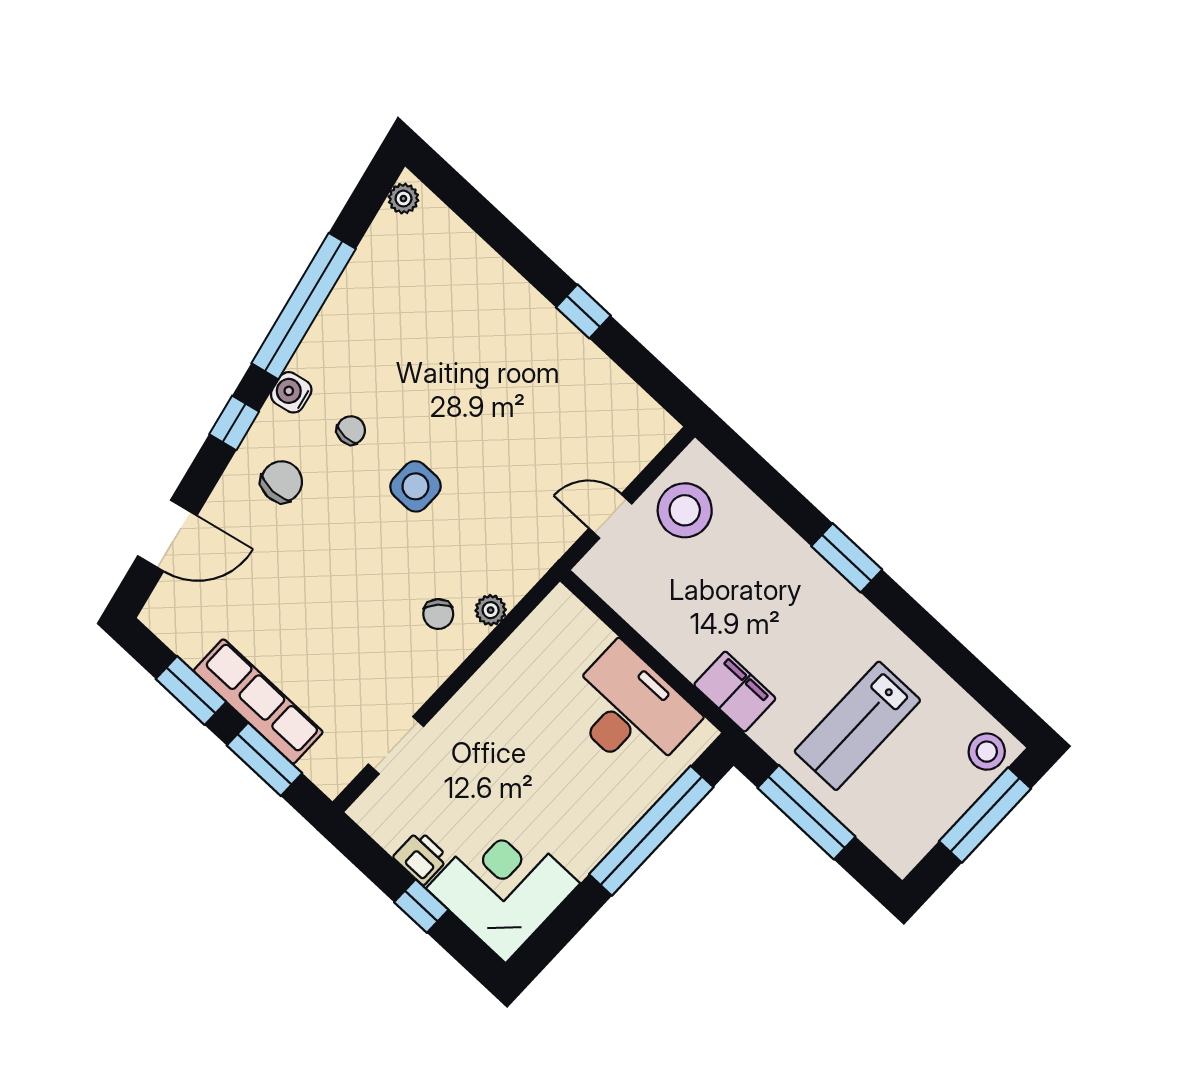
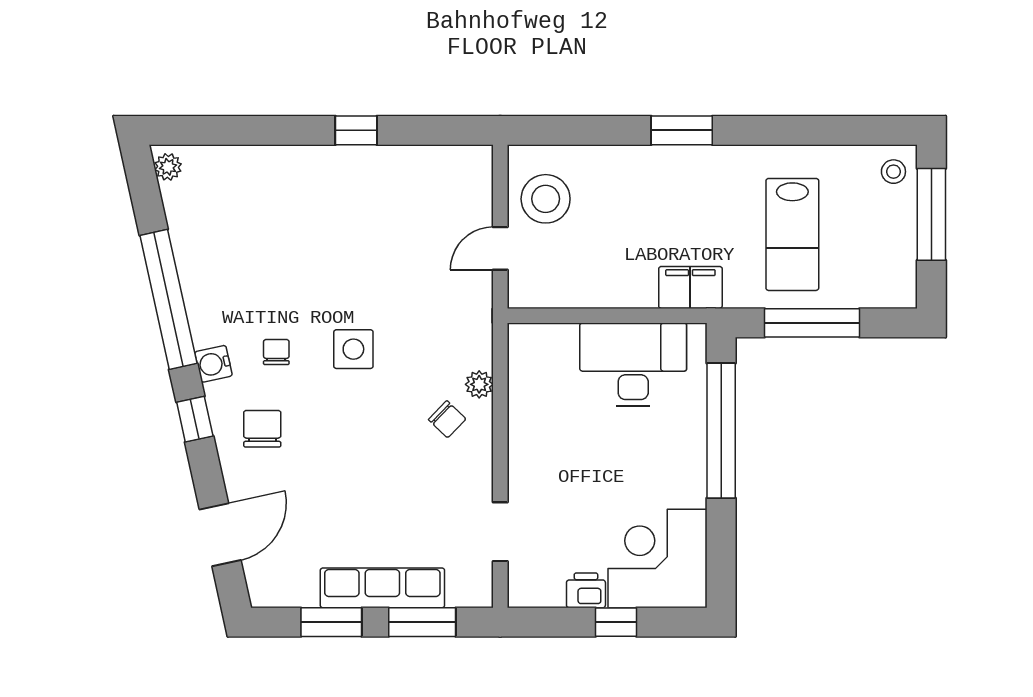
stool: (987, 752) -> (893, 172), width x0.73, depth x0.73

